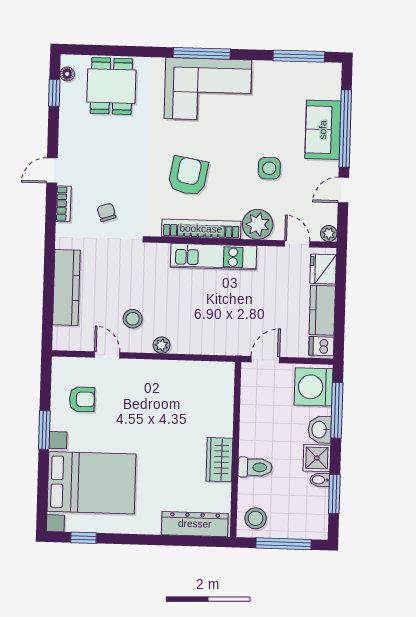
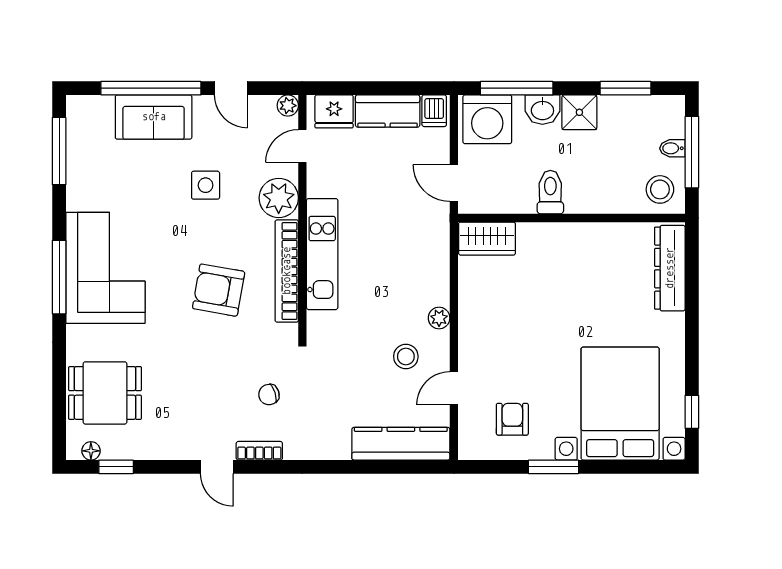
kitchen counter: (66, 287) -> (401, 444), moved
wardrobe: (219, 460) -> (487, 239), moved
toilet: (255, 467) -> (550, 192), moved
bidet: (320, 480) -> (672, 148), moved, turned 90

